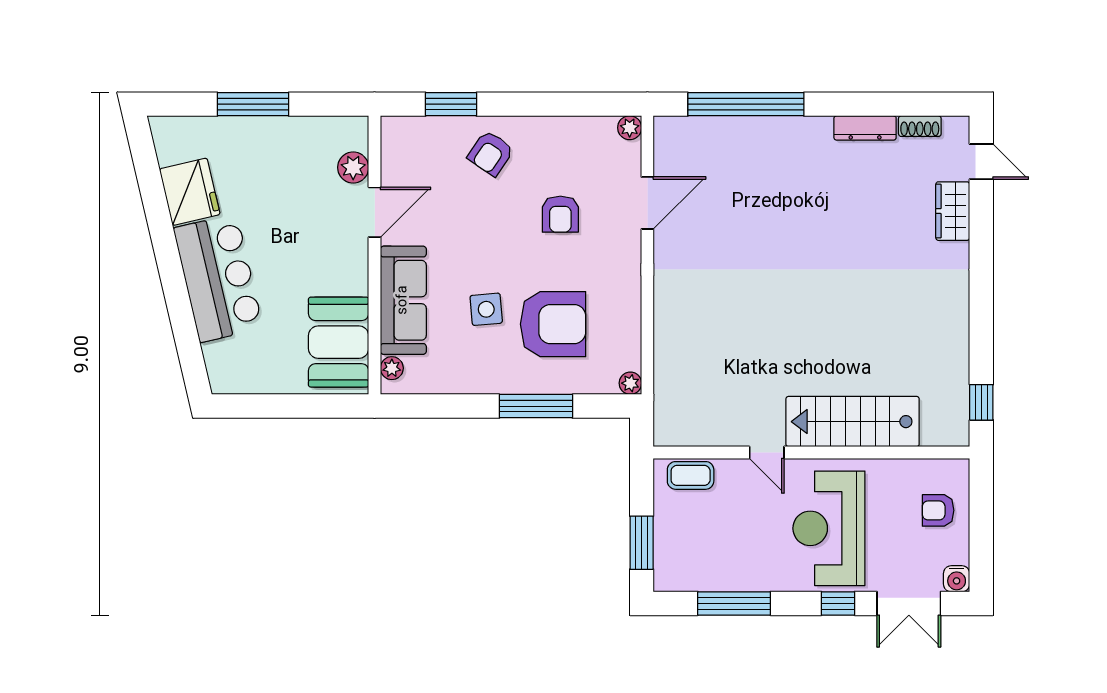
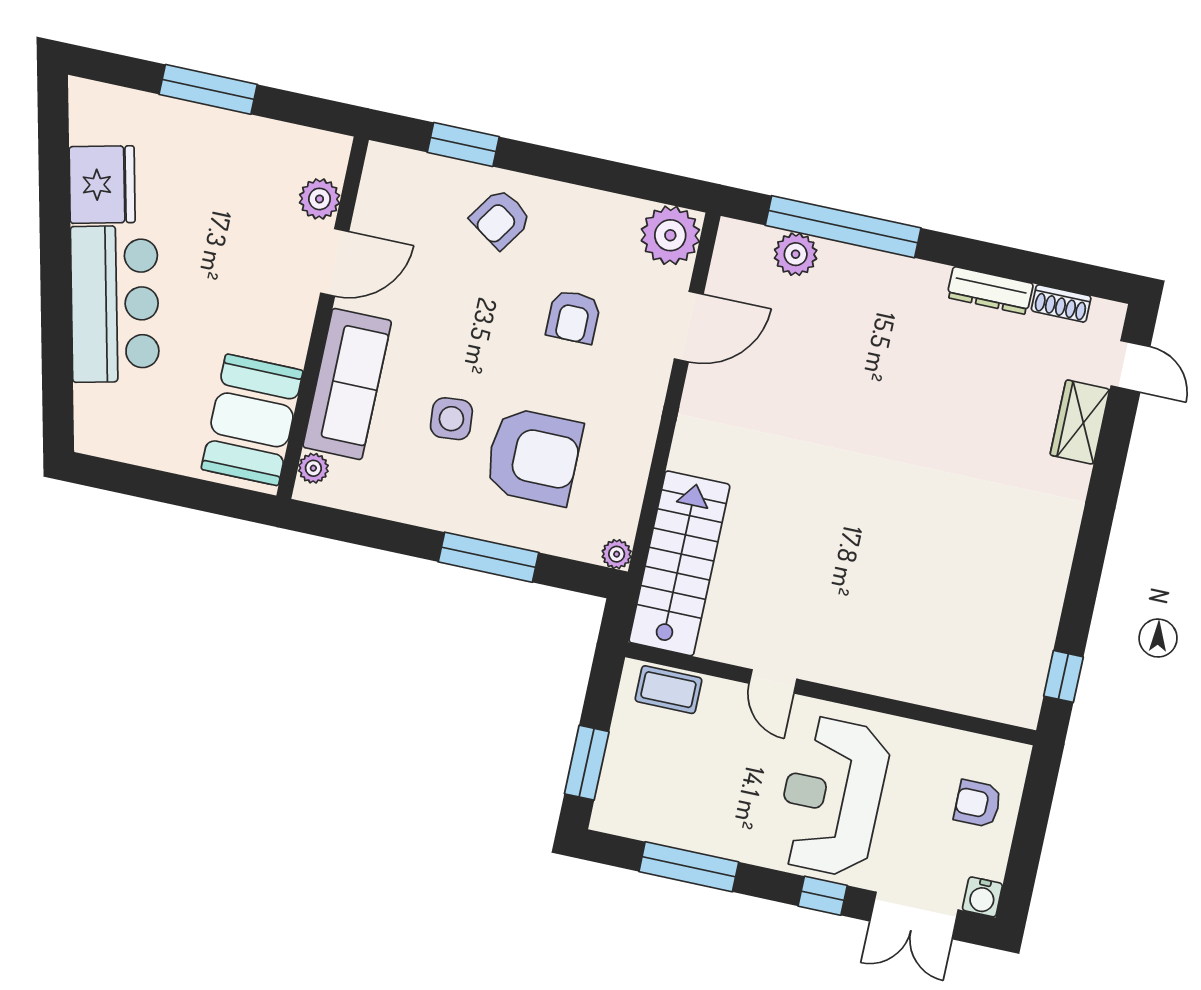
plant: (630, 128) -> (670, 235), width x1.88, depth x1.88
plant: (715, 132) -> (796, 254), added
stairs: (853, 422) -> (679, 563), moved, turned 90

